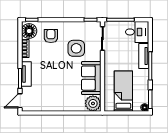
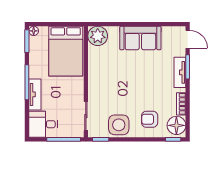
armchair: (51, 36) -> (150, 119), turned 90
side table: (76, 48) -> (119, 125), moved
sofa: (91, 78) -> (140, 38), moved, turned 90
bed: (123, 91) -> (66, 51), width x1.50
door: (20, 101) -> (188, 39), hinge flipped

